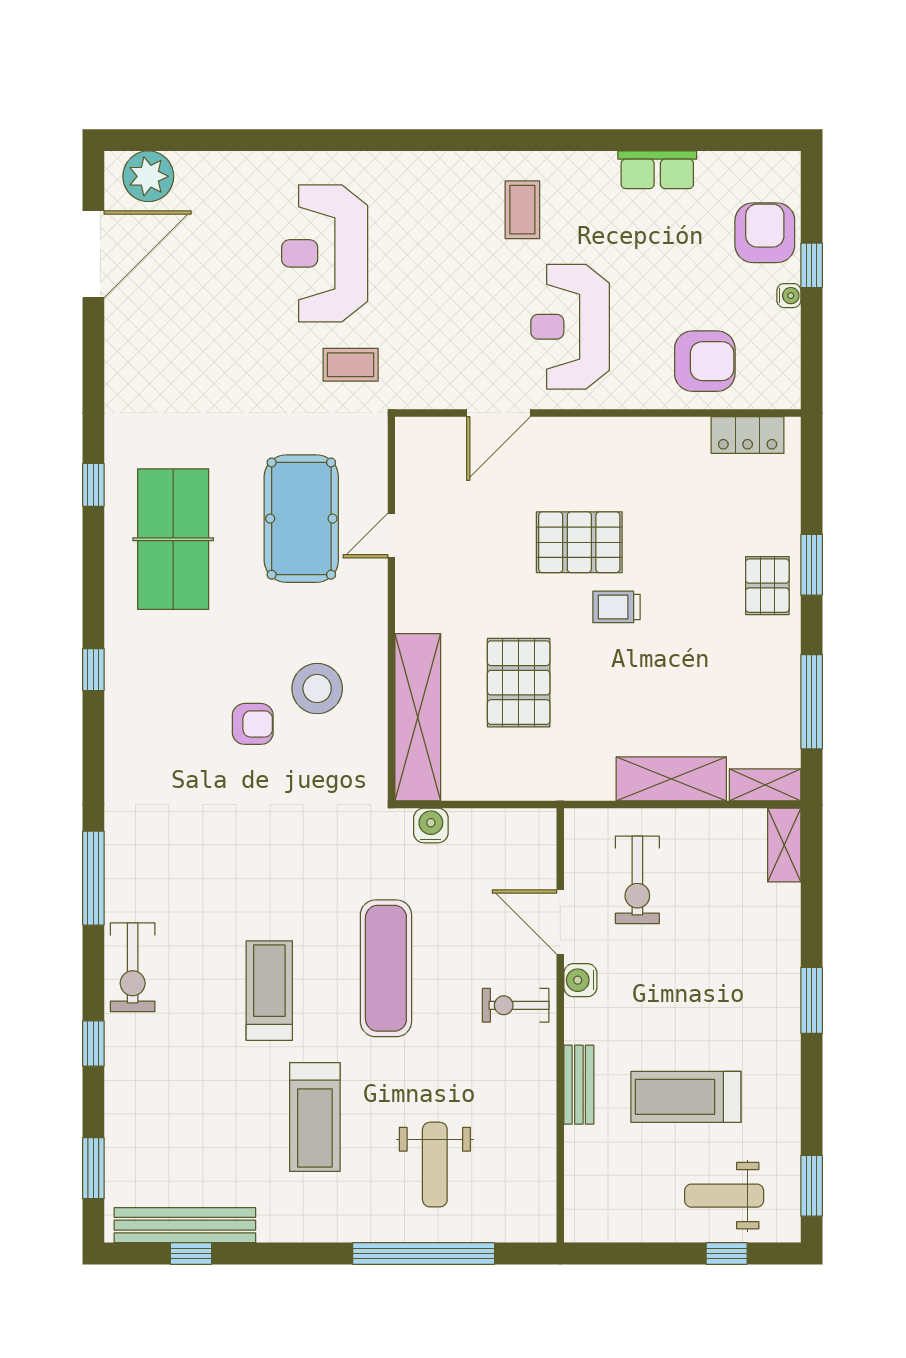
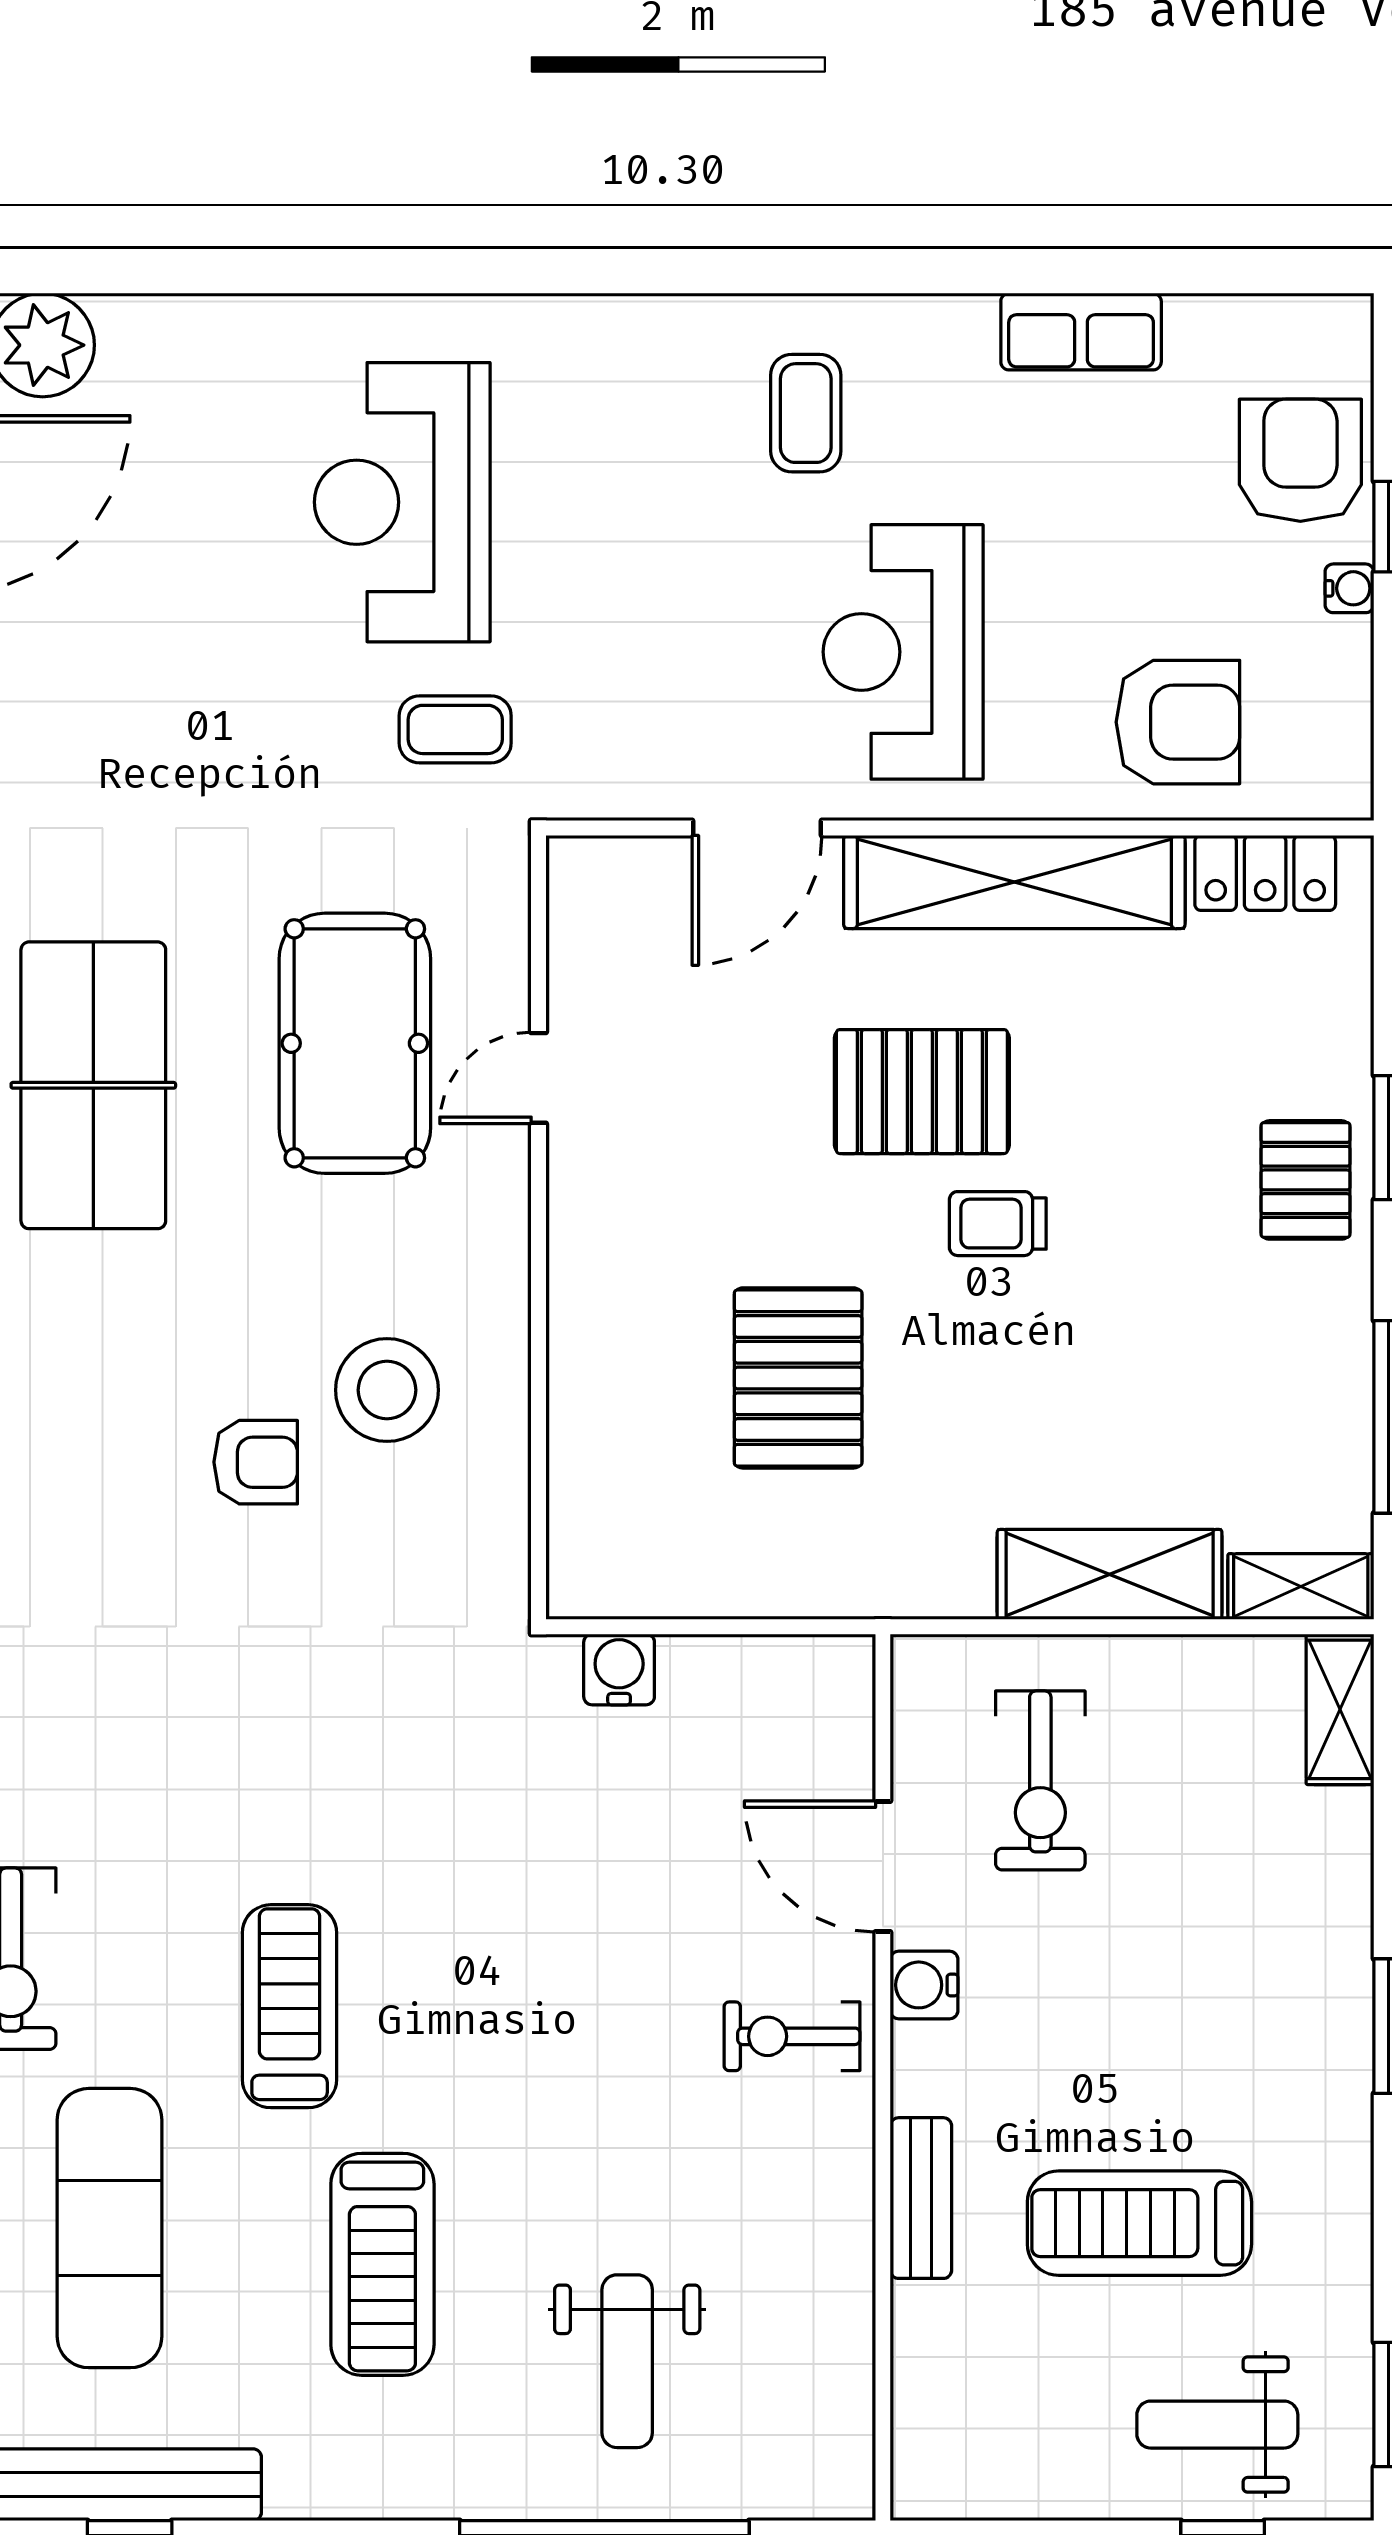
shelving: (418, 717) -> (1014, 882), moved, turned 90
exercise mat: (386, 968) -> (110, 2228), moved

